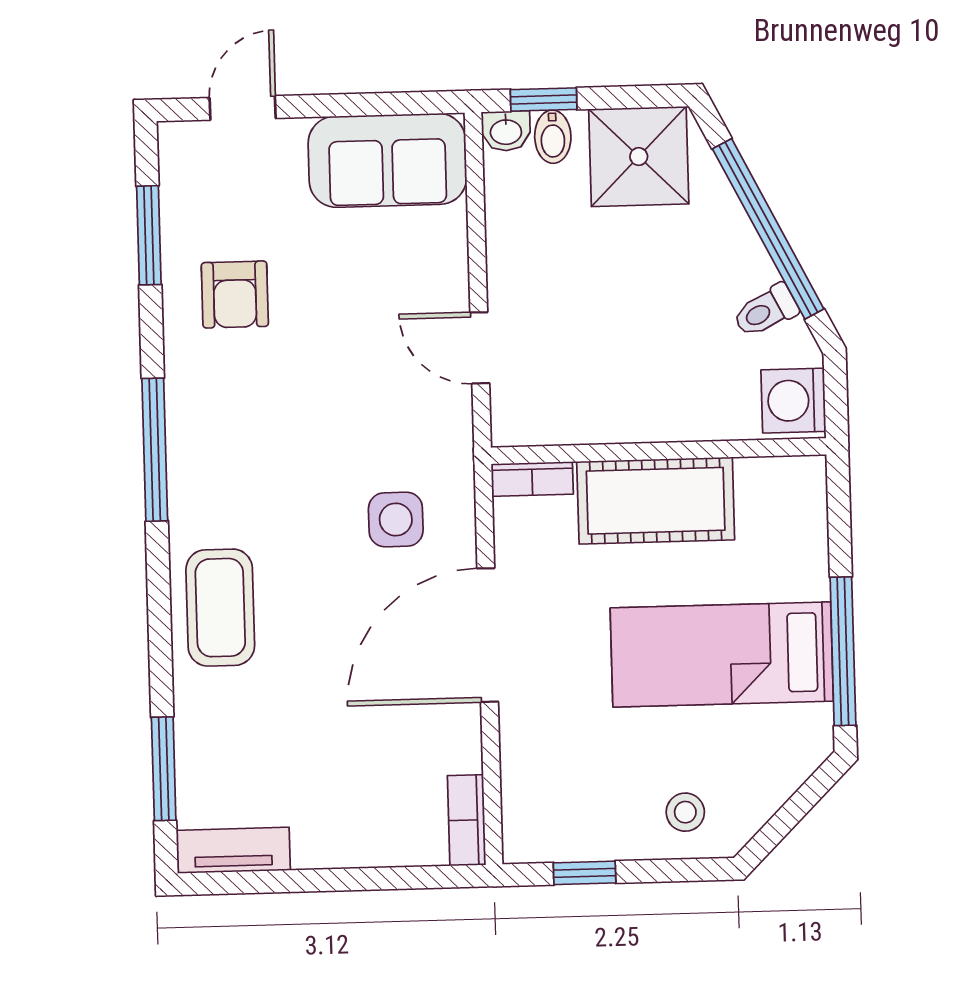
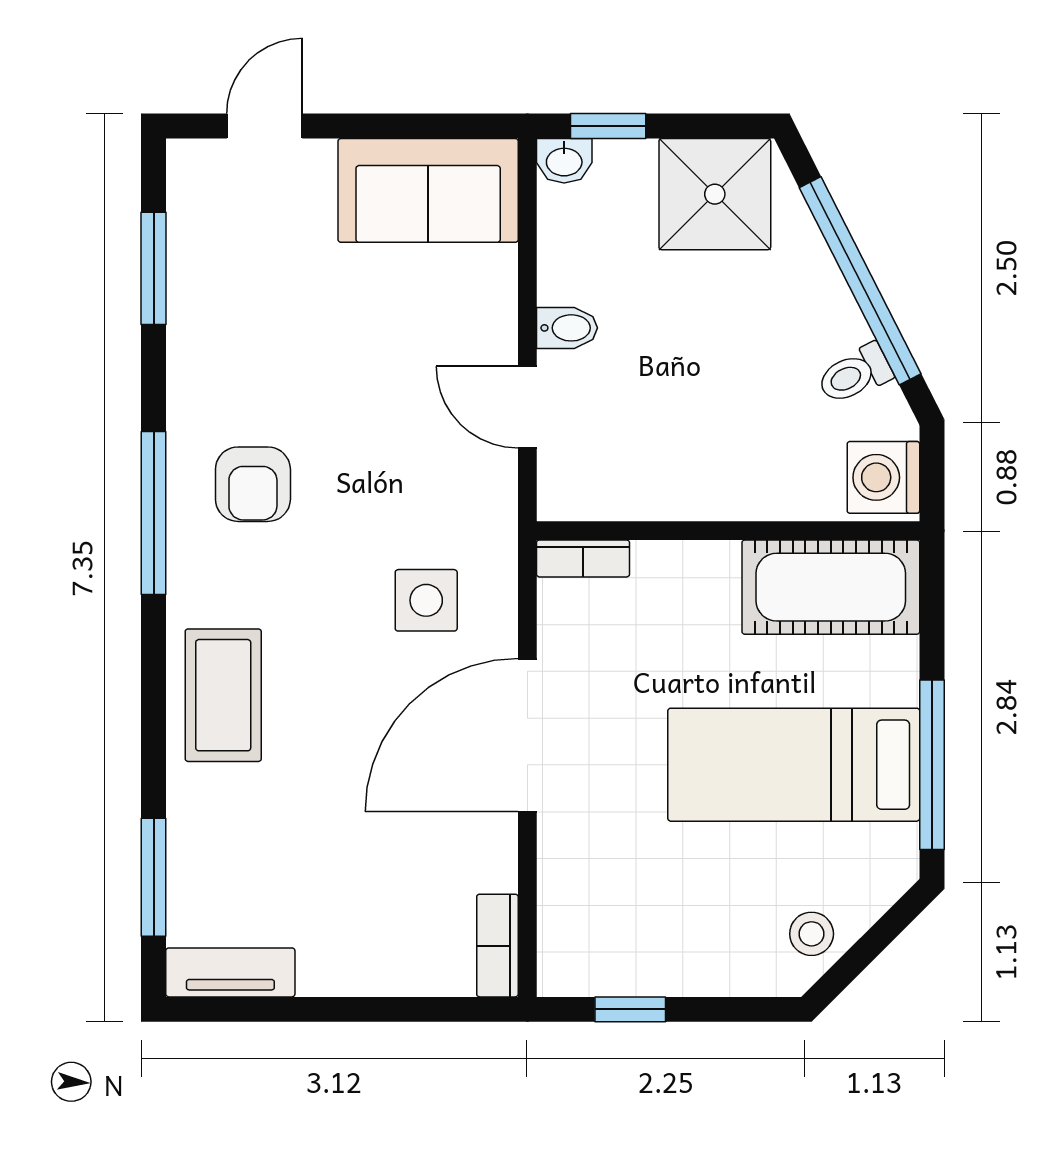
bidet: (553, 137) -> (567, 328), moved, turned -90
armchair: (235, 294) -> (253, 484), moved
cot: (656, 501) -> (831, 587), moved
stool: (685, 812) -> (812, 934), moved

